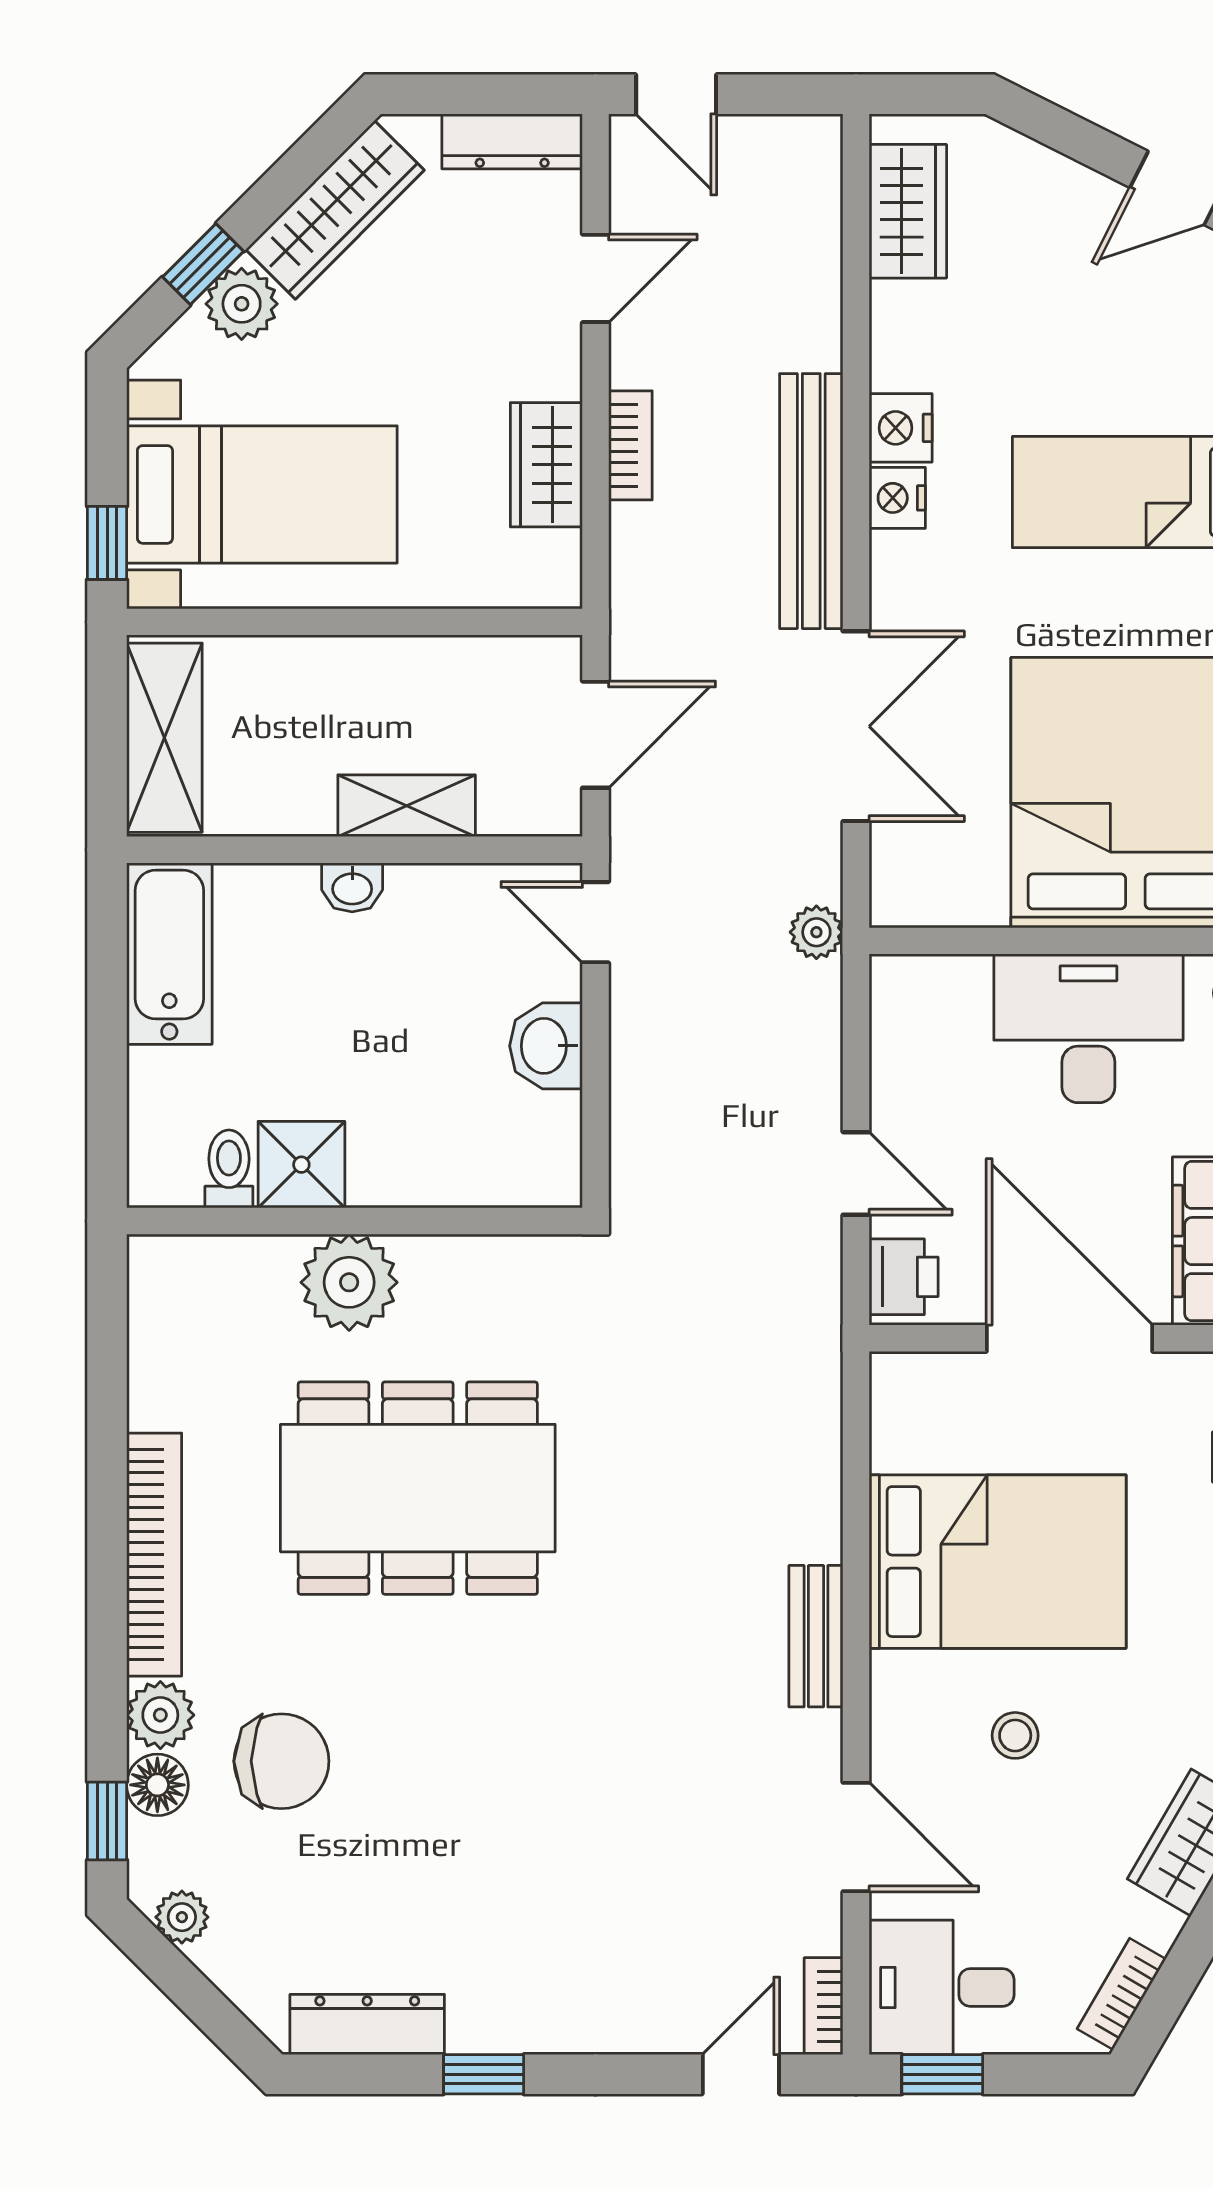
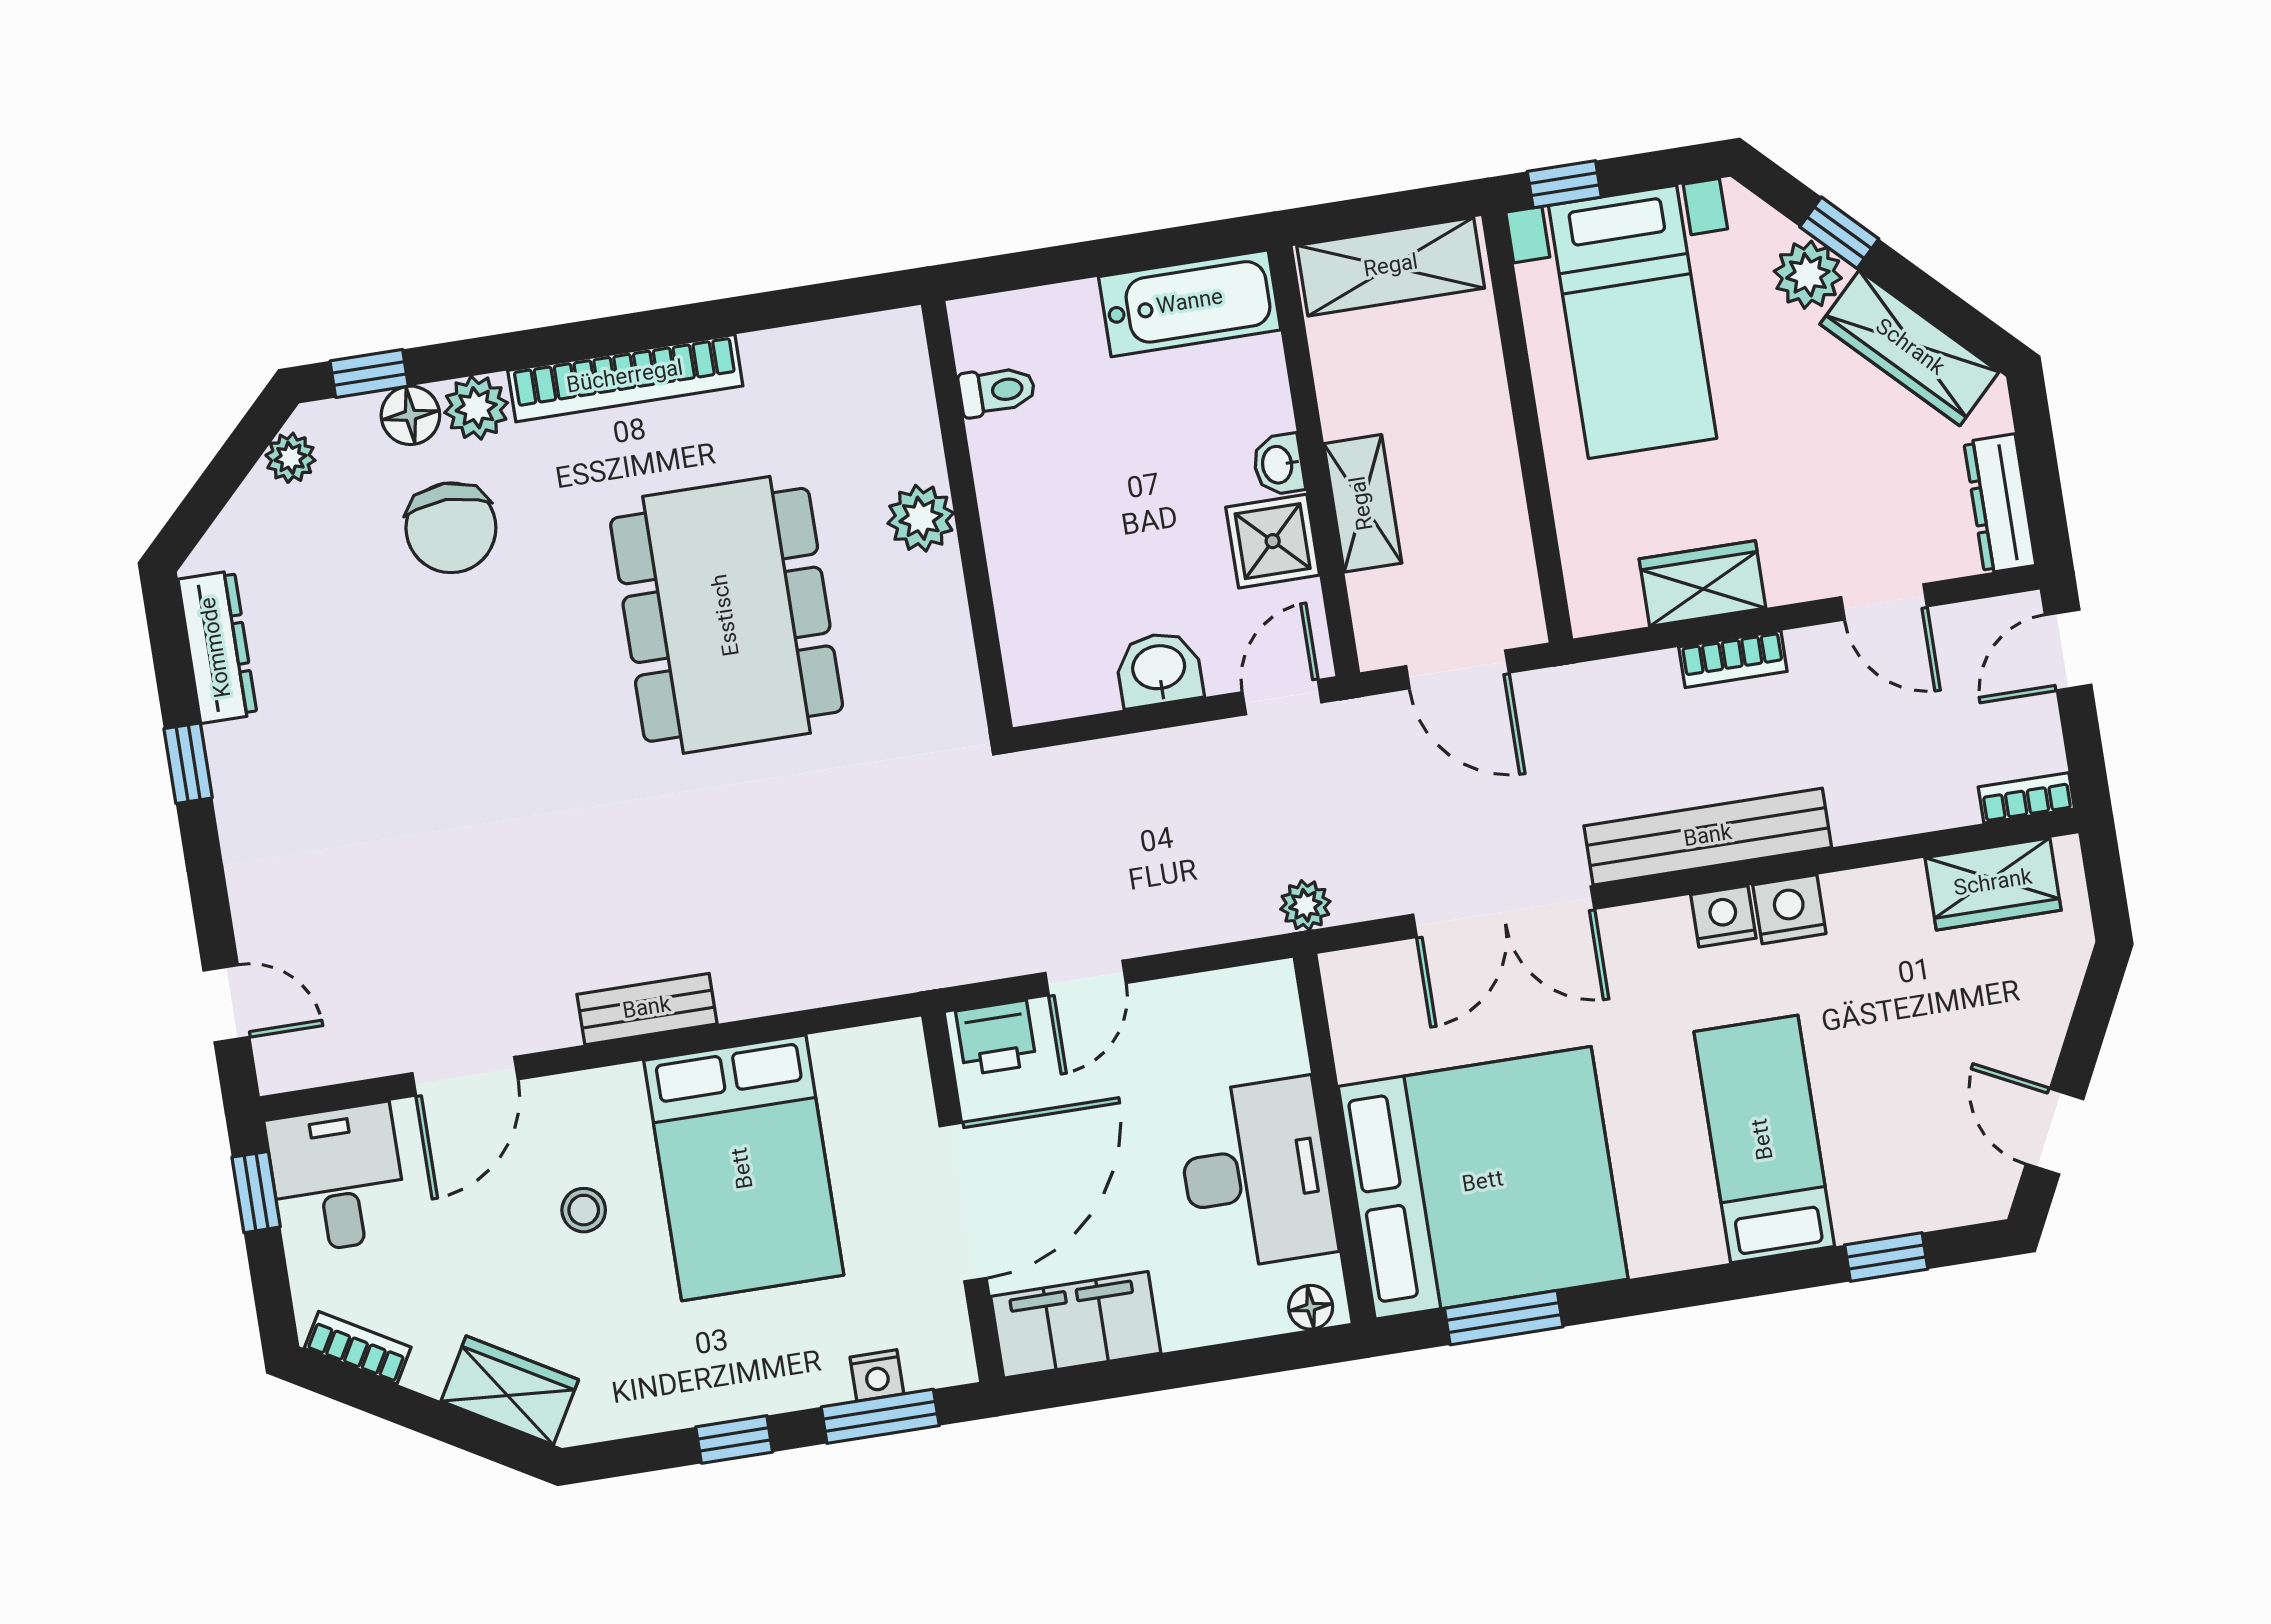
shower: (301, 1165) -> (1273, 541), moved
plant: (349, 1282) -> (921, 518), width x0.73, depth x0.73
bookcase: (824, 2006) -> (2026, 798), moved

